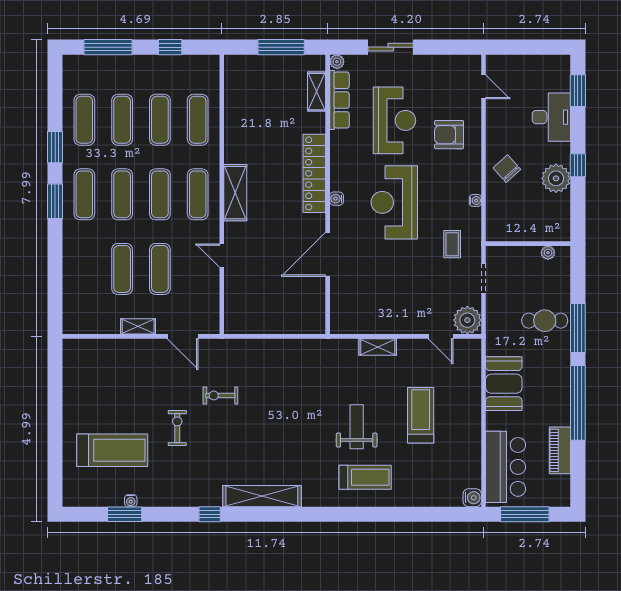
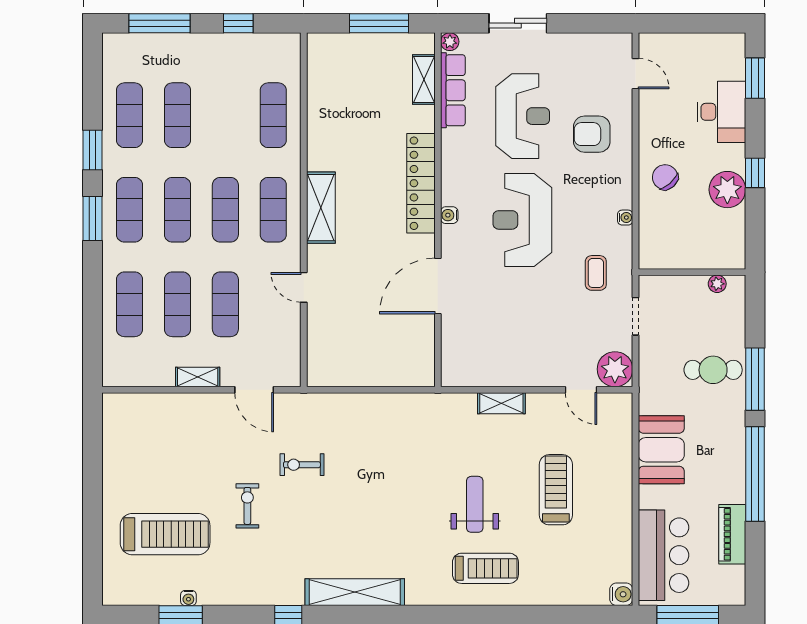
exercise mat: (160, 120) -> (130, 304), moved

